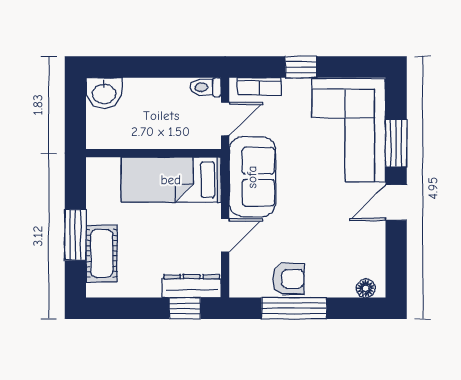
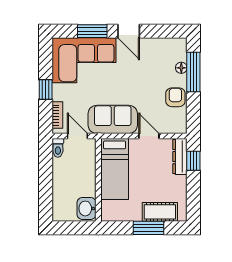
washbasin: (104, 93) -> (87, 208), moved, turned 180
floor lamp: (366, 288) -> (181, 68), moved
window: (294, 308) -> (193, 72), moved

